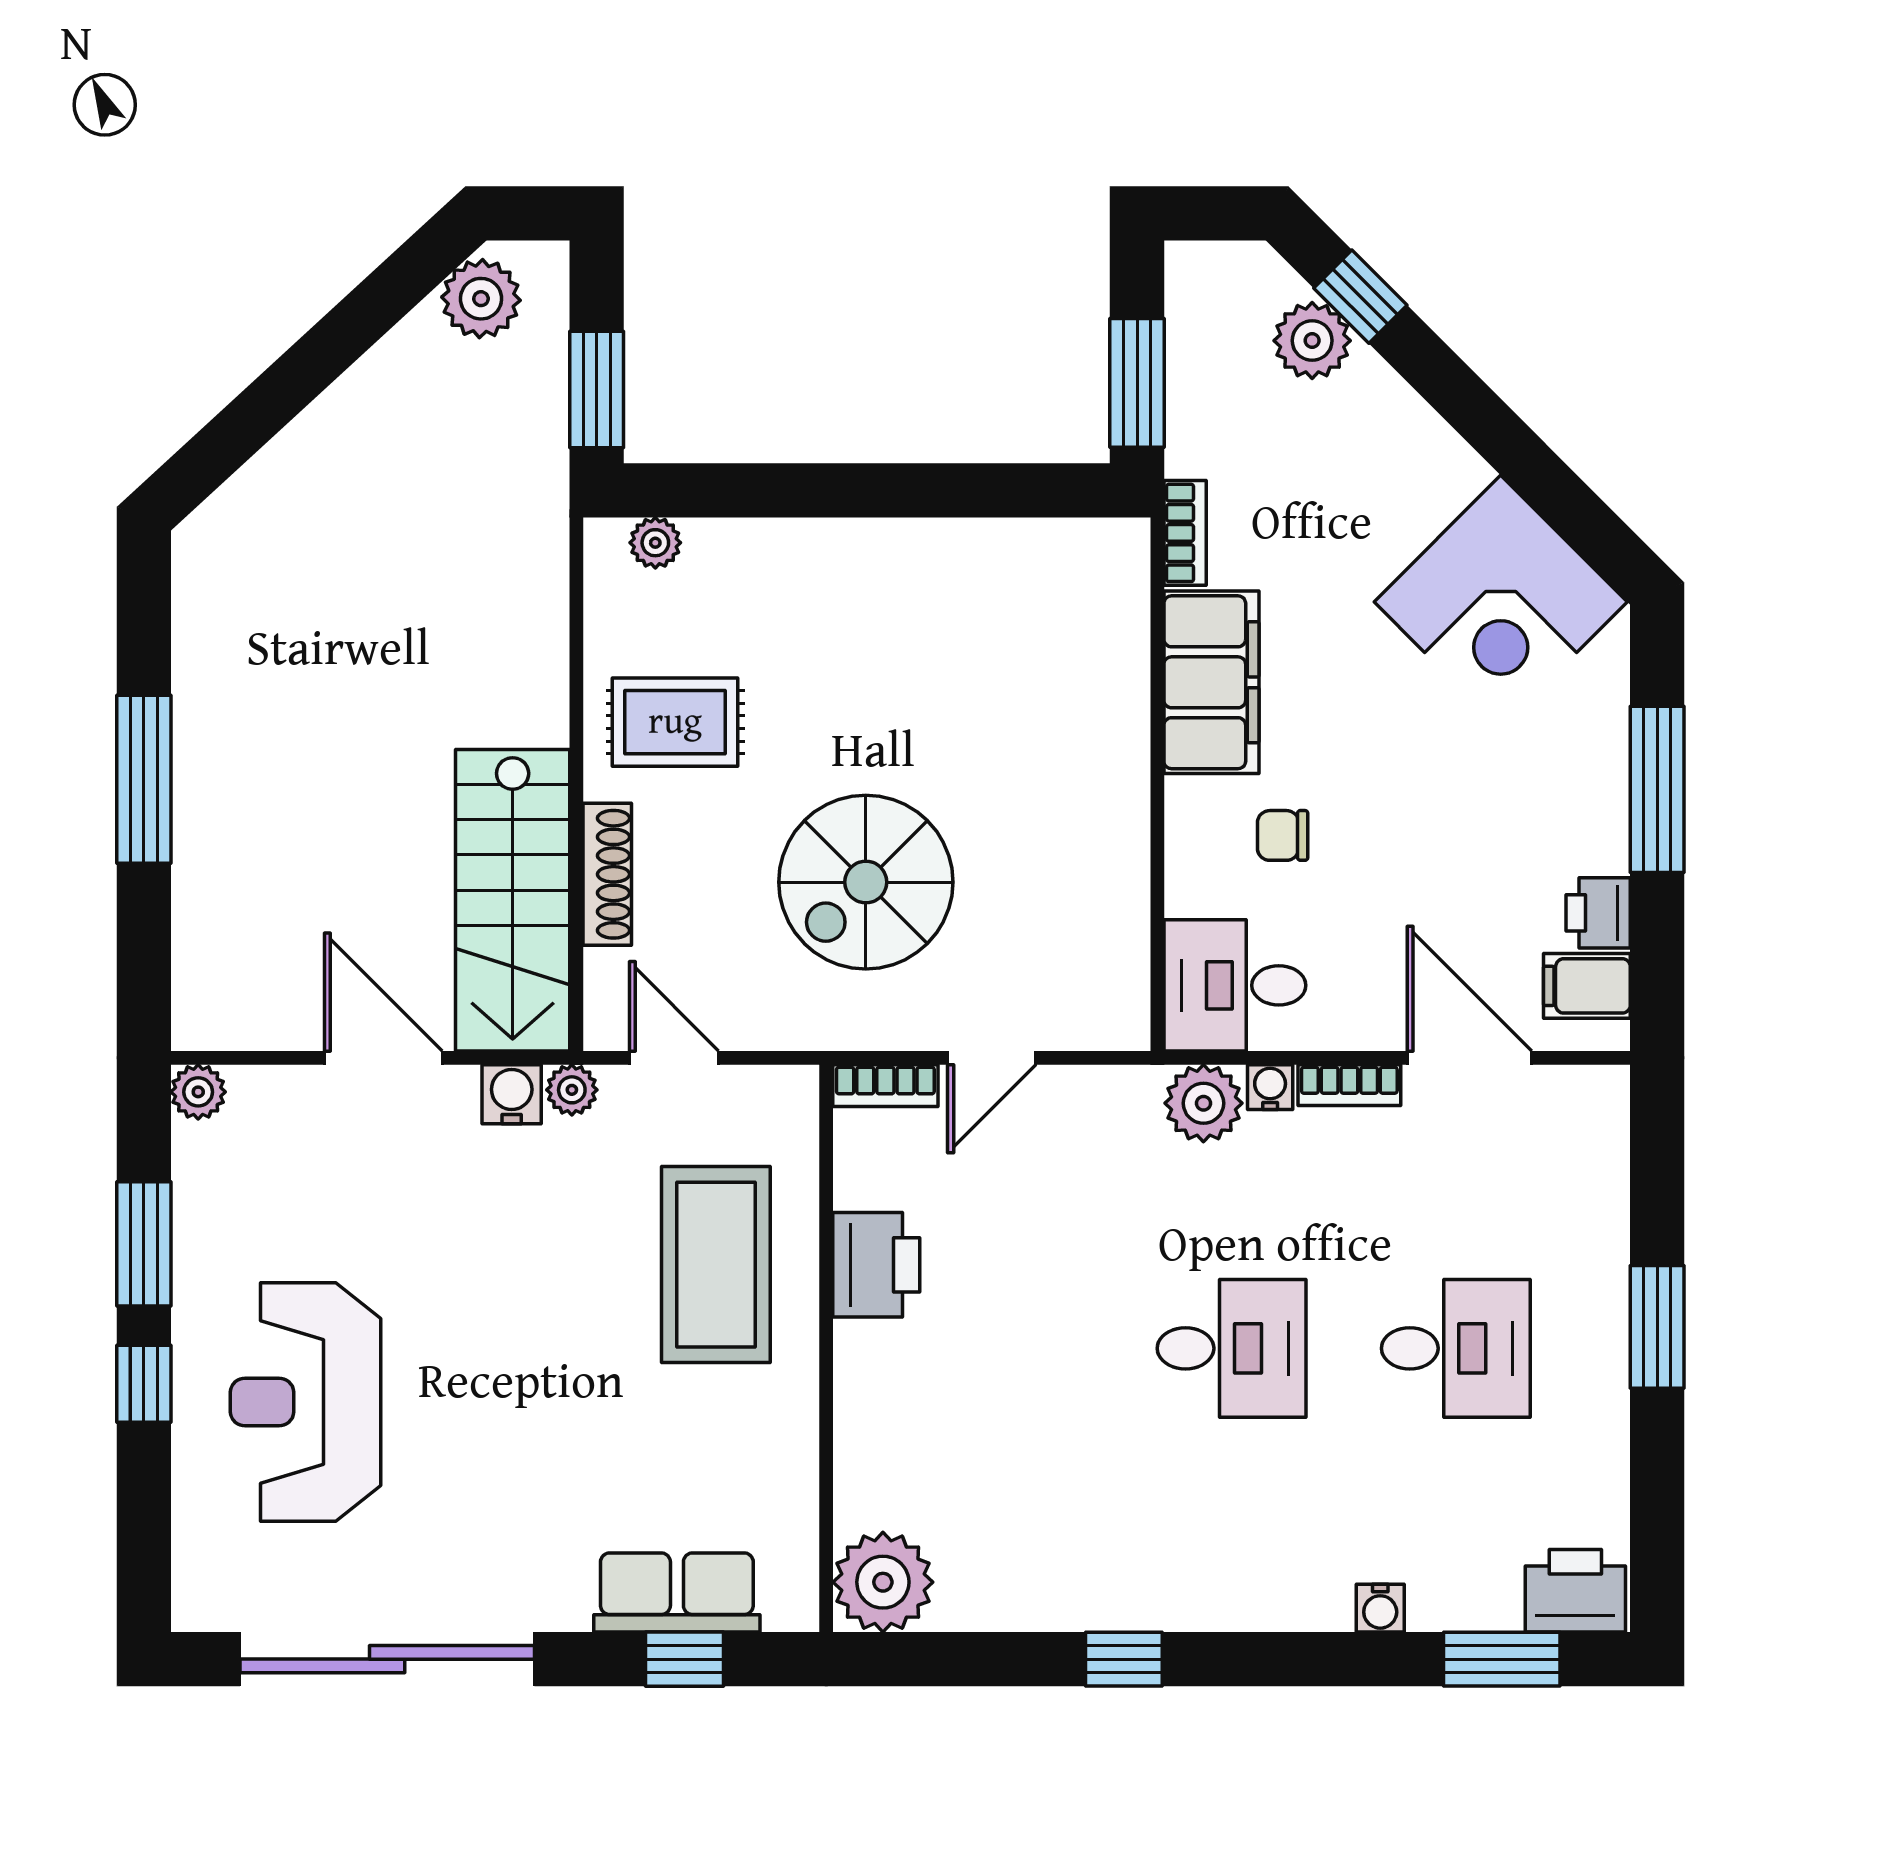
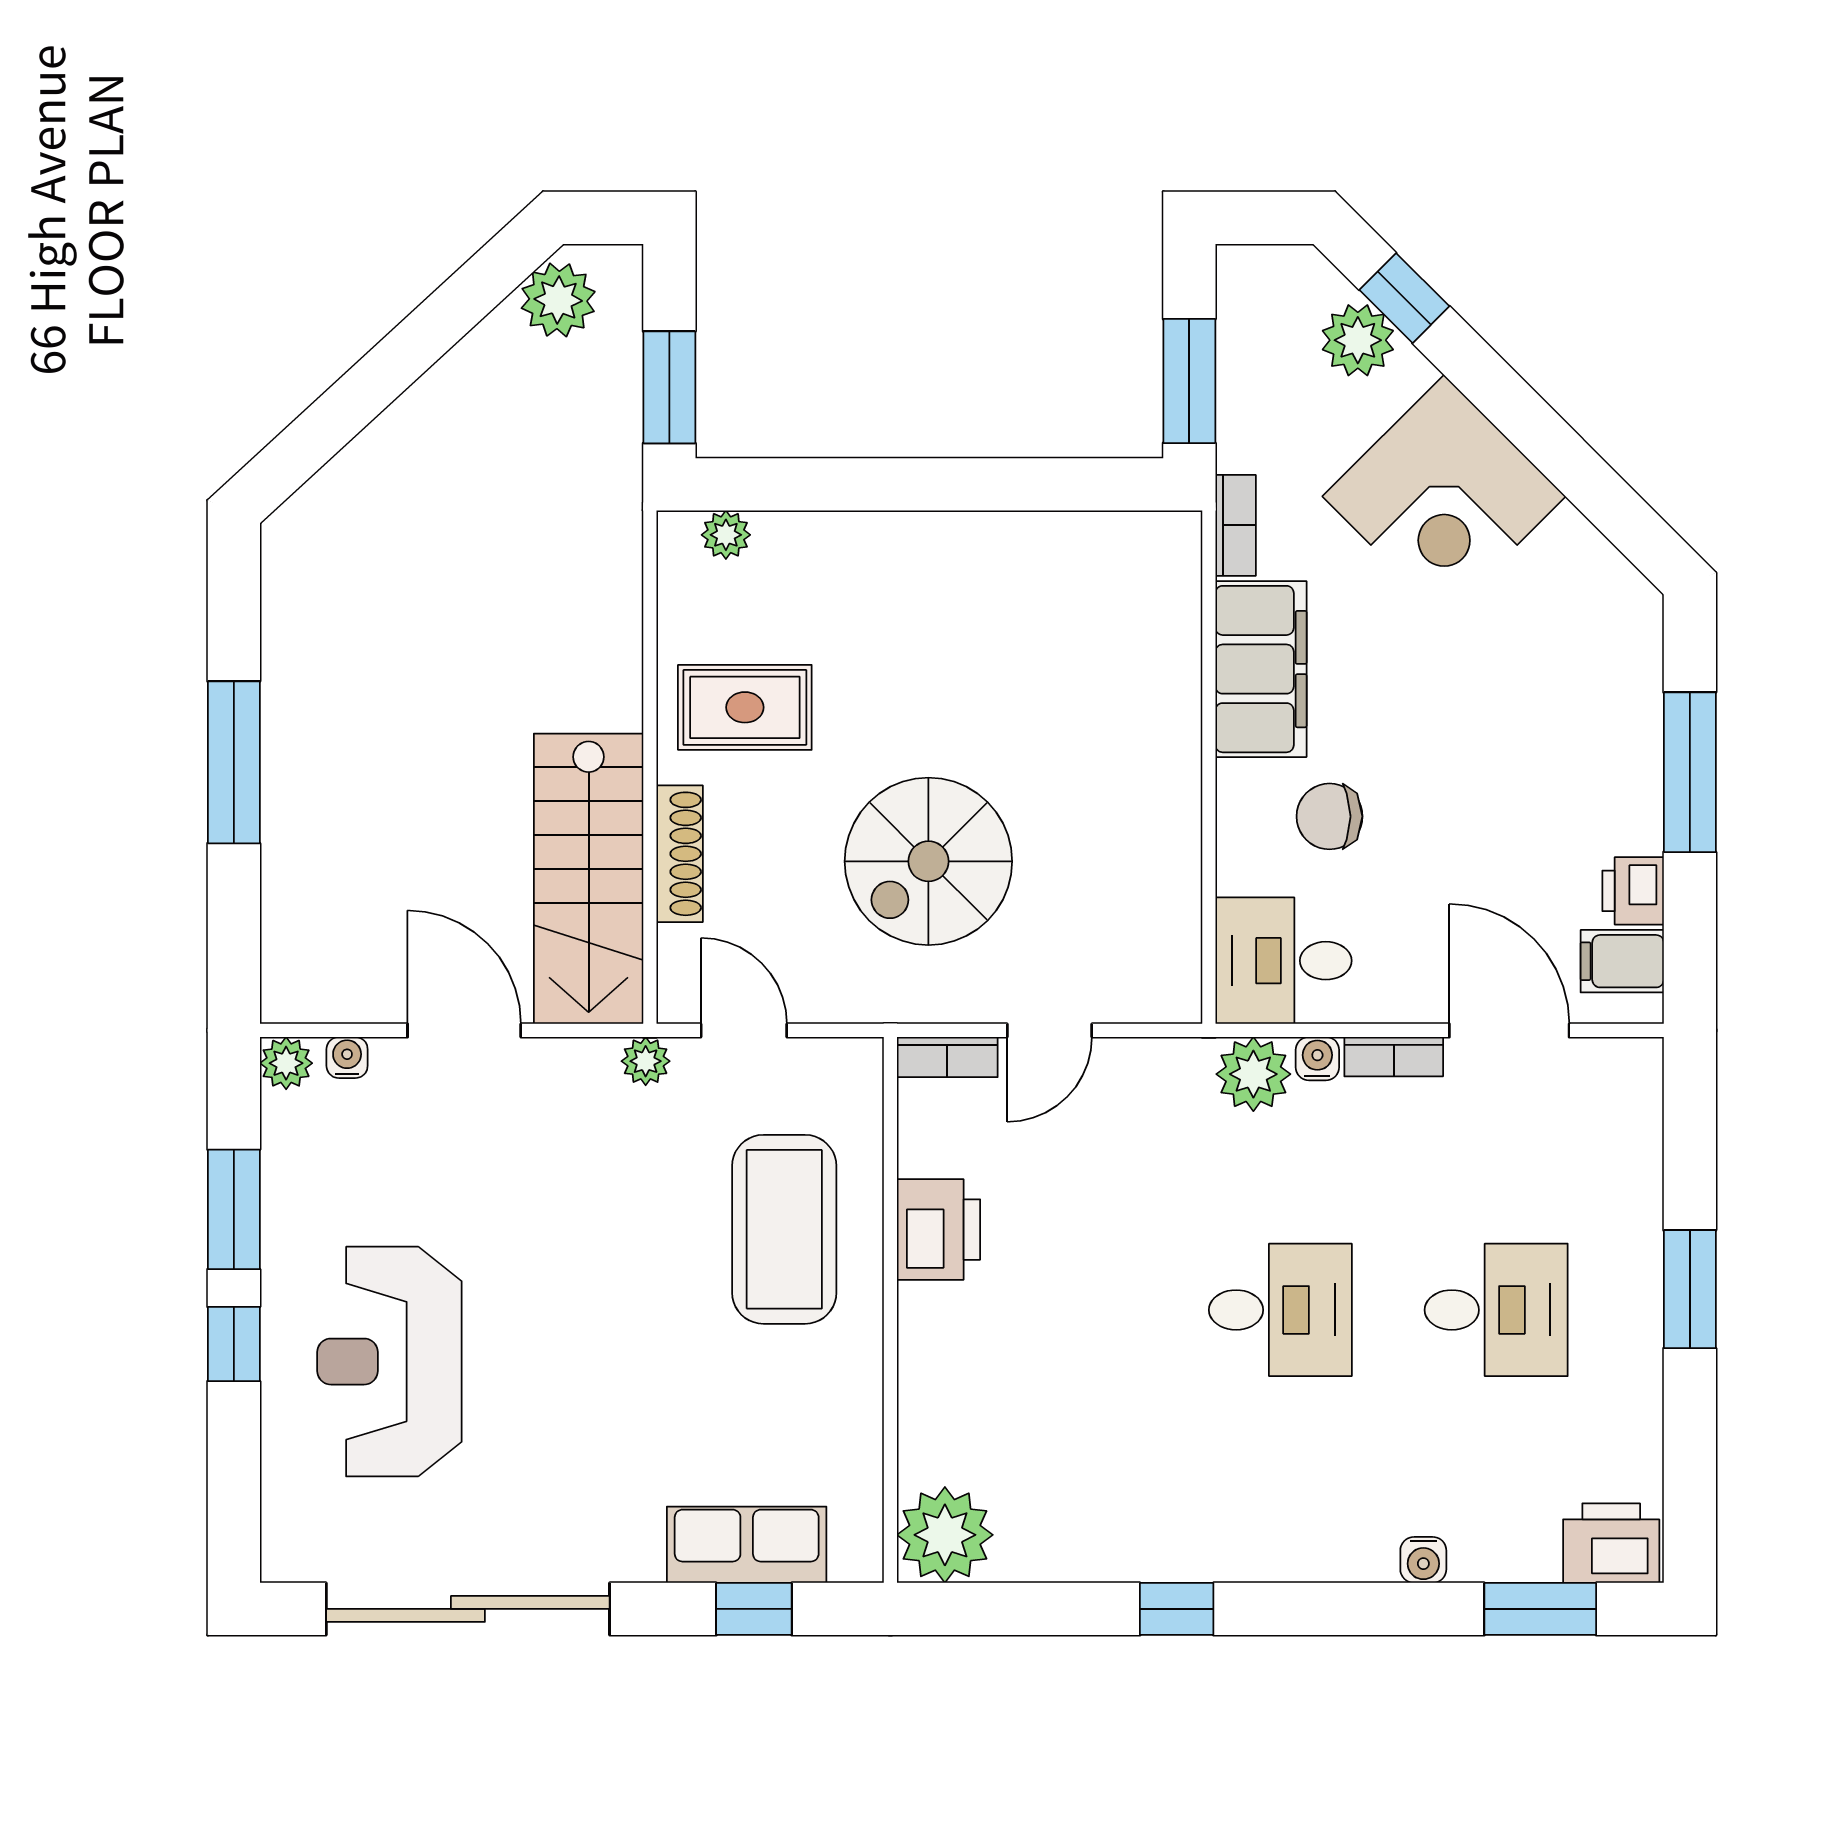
corner desk: (1501, 602) -> (1444, 496), moved
chair: (1283, 835) -> (1329, 816), width x1.37, depth x1.37
water cooler: (512, 1094) -> (347, 1058), moved, width x0.72, depth x0.72

